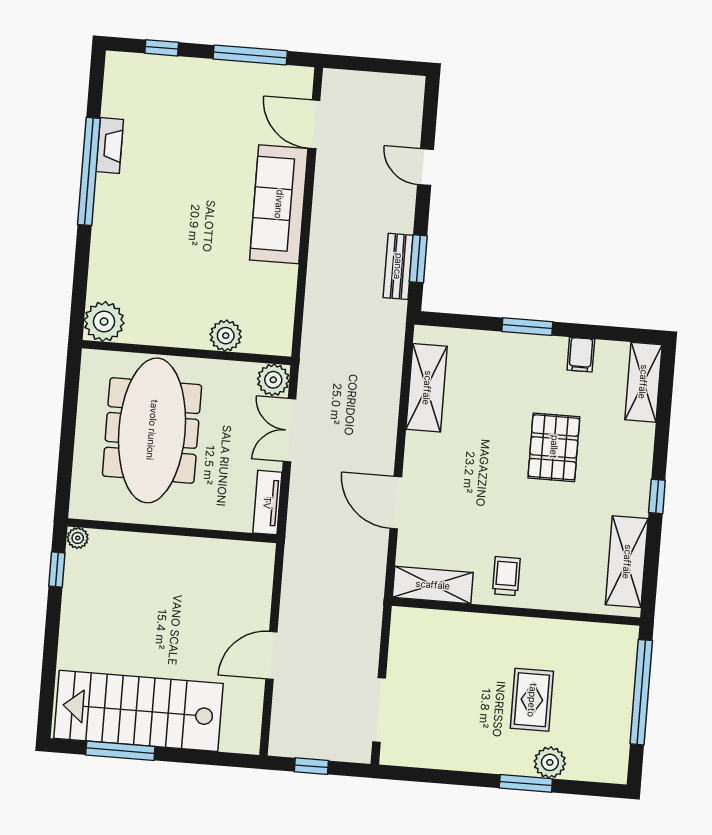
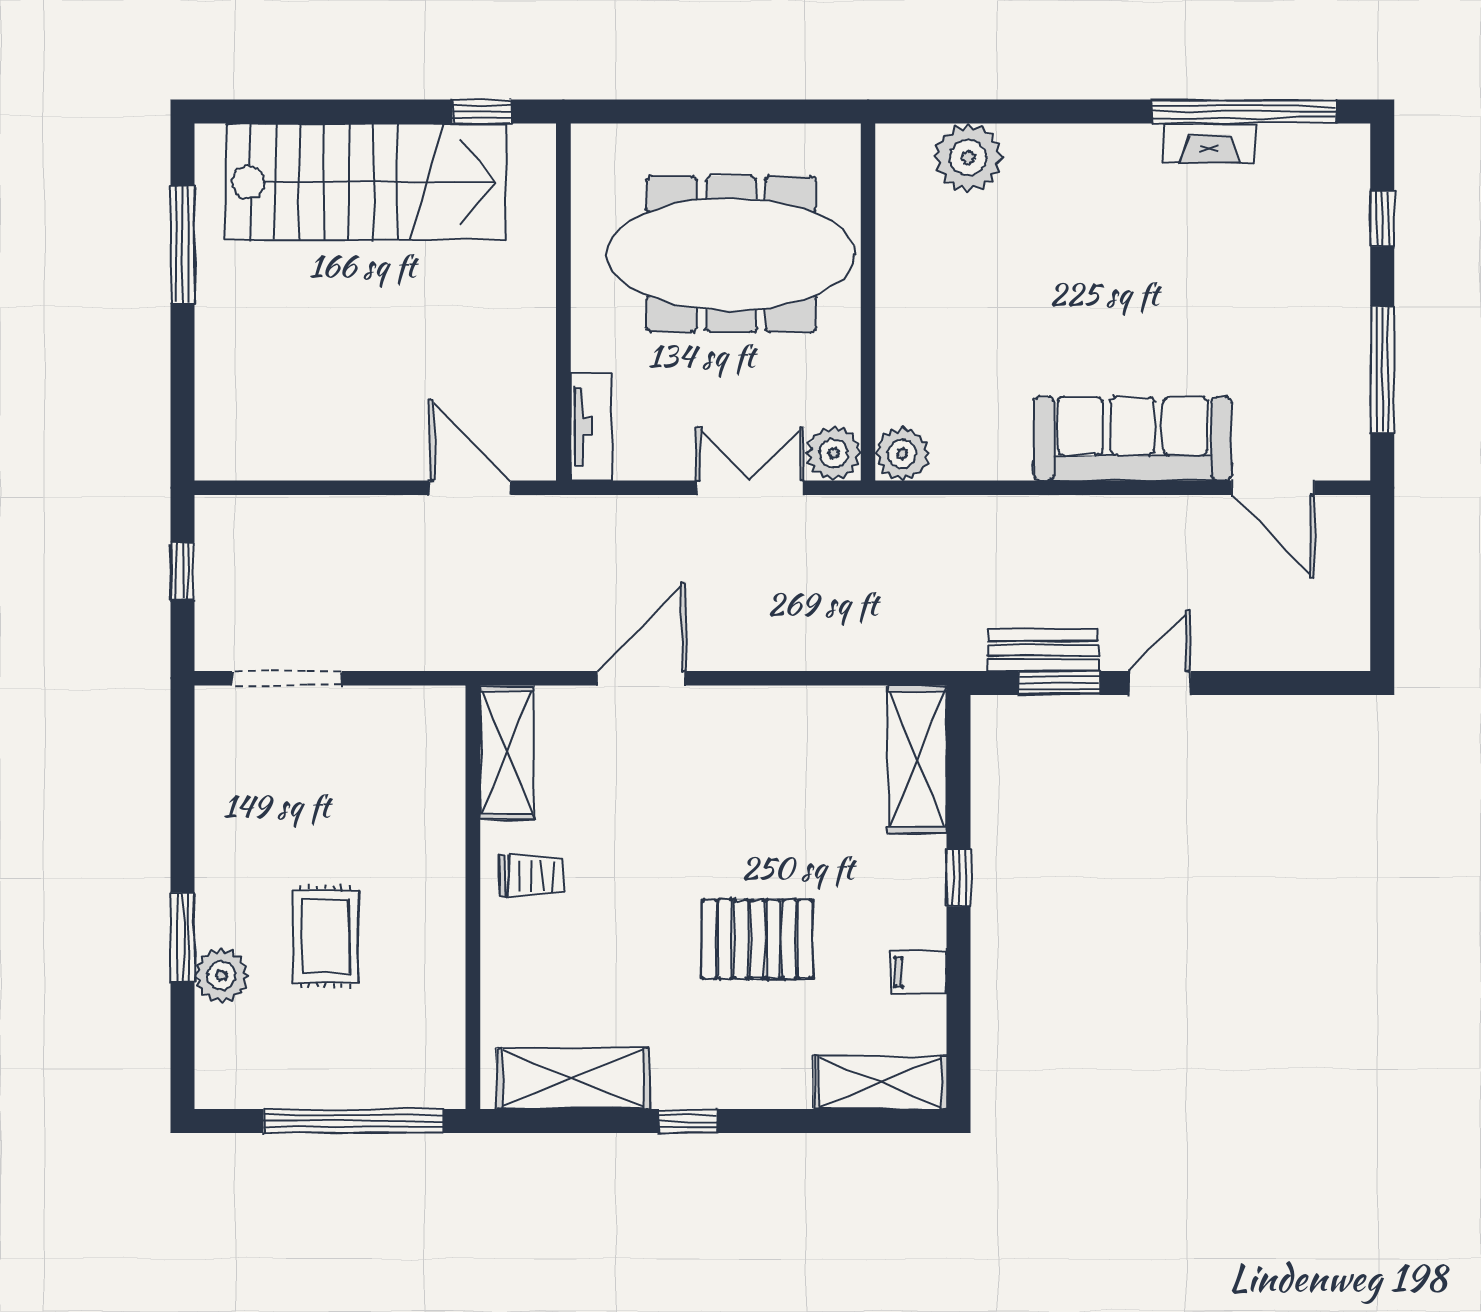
door: (314, 124) -> (1273, 488), swing flipped
door: (426, 167) -> (1160, 683), moved
window: (89, 171) -> (1244, 112), moved
plant: (104, 322) -> (968, 158), moved
window: (527, 327) -> (959, 878), width x0.67
plant: (226, 336) -> (902, 454), moved
shelving: (427, 388) -> (917, 759), moved, turned 90
tv unit: (267, 503) -> (591, 427), moved, turned 90
plant: (78, 538) -> (538, 143), removed
door: (271, 656) -> (470, 488), moved
rug: (532, 700) -> (325, 936), turned 90
stairs: (139, 711) -> (366, 182), moved, turned 90

